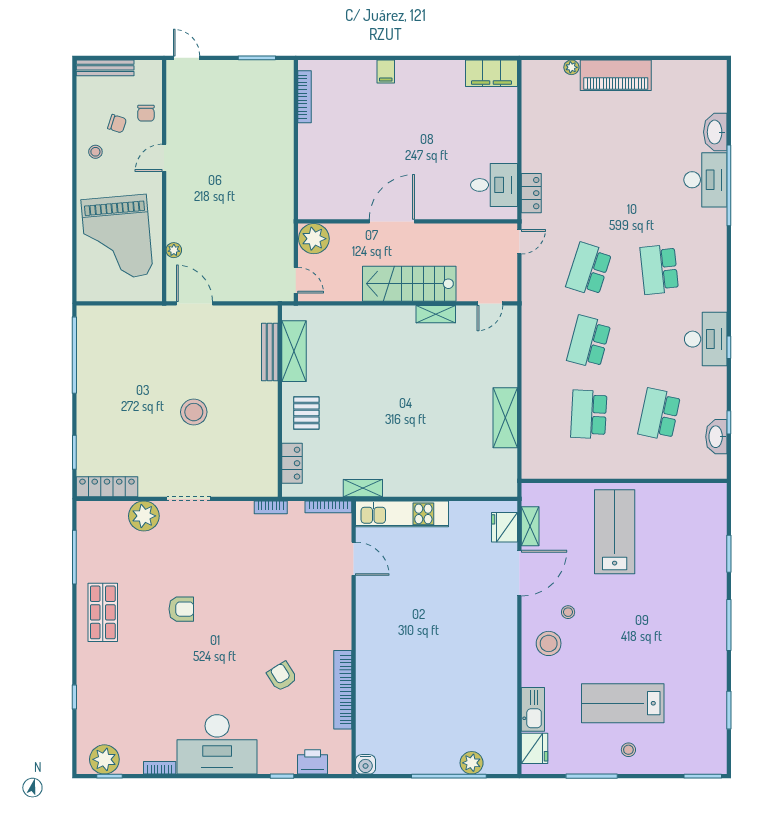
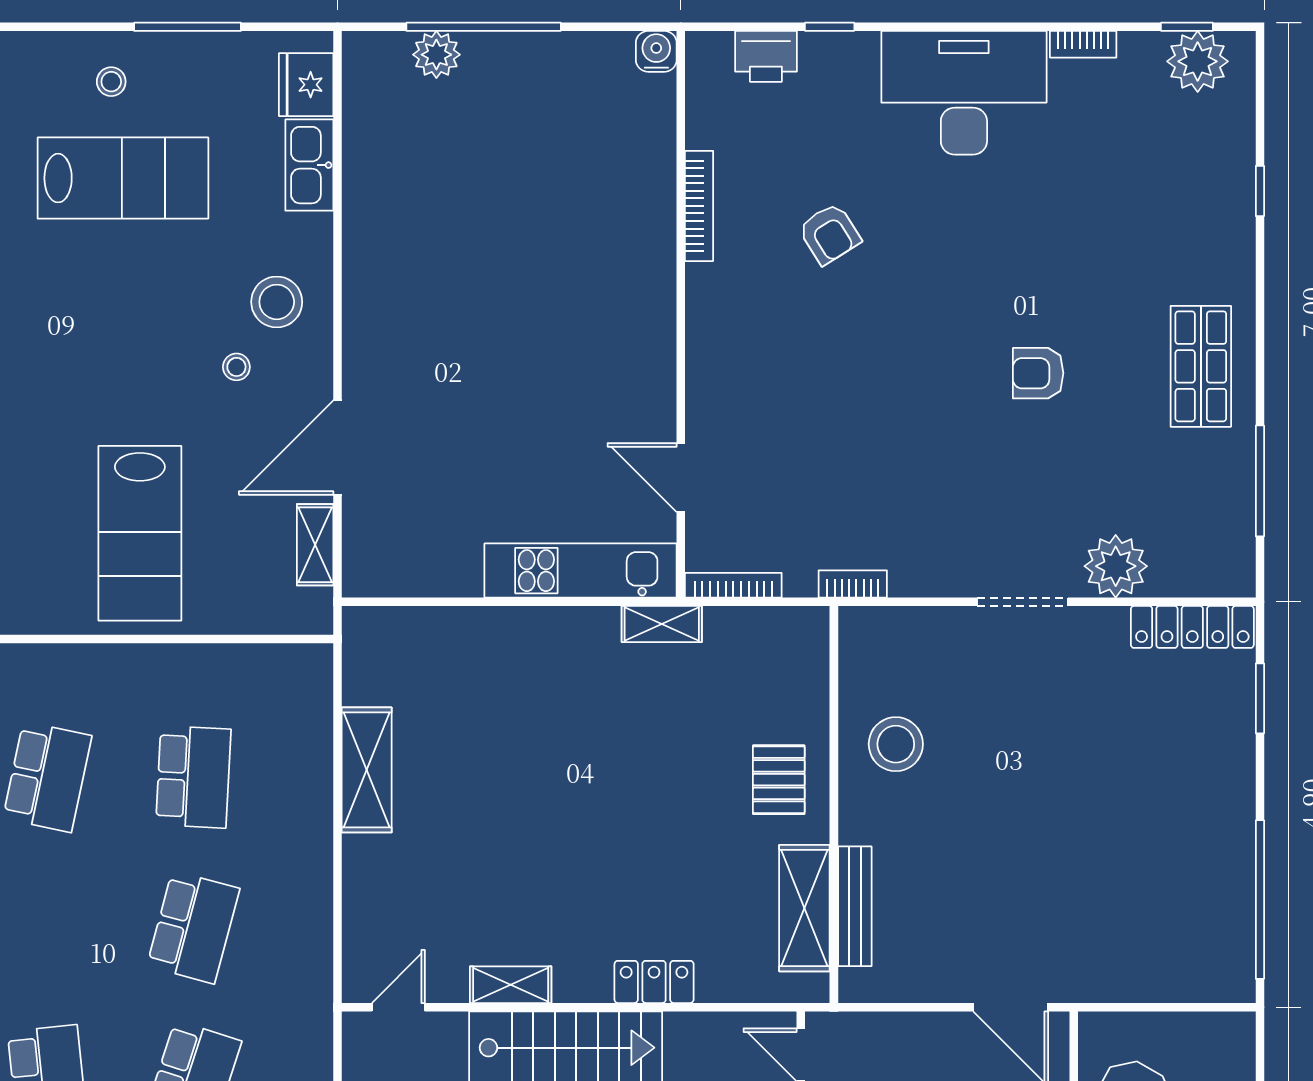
stool: (194, 412) -> (896, 744), moved
locker: (292, 463) -> (654, 982), moved, turned 90
fridge: (504, 527) -> (368, 543), removed
bookcase: (343, 690) -> (699, 206), width x0.68, depth x0.76

